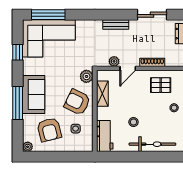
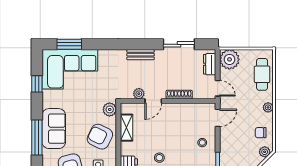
window: (48, 15) -> (69, 44), width x0.69
pallet: (161, 85) -> (188, 119), removed

